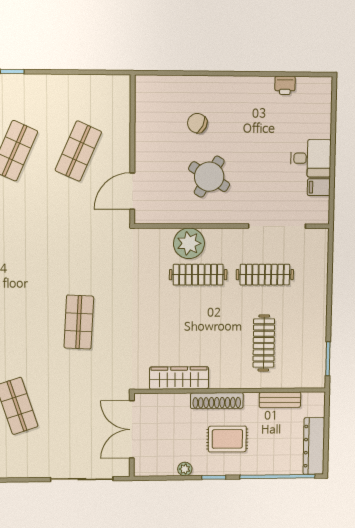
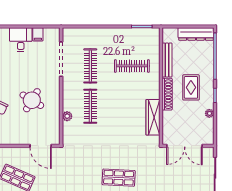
plant: (189, 243) -> (67, 116), width x0.53, depth x0.53
bench: (280, 400) -> (167, 60), width x1.36

